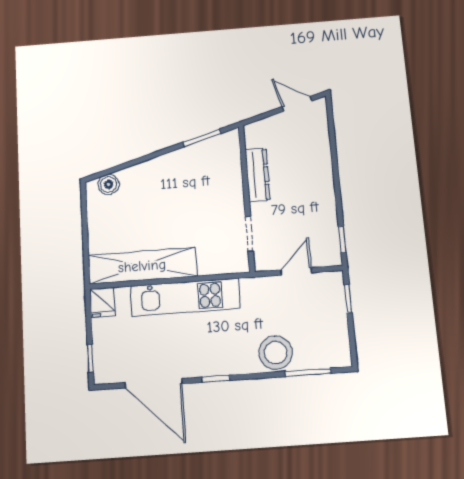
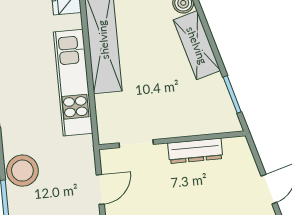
shelving: (151, 172) -> (197, 45), added
door: (296, 271) -> (100, 189), hinge flipped

